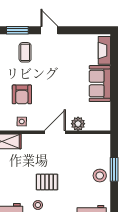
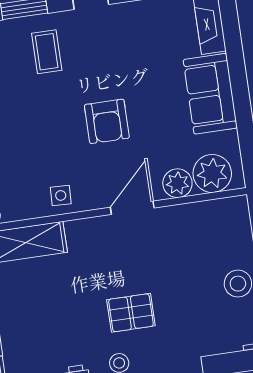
armchair: (22, 94) -> (107, 121), moved
plant: (95, 122) -> (212, 173), added

